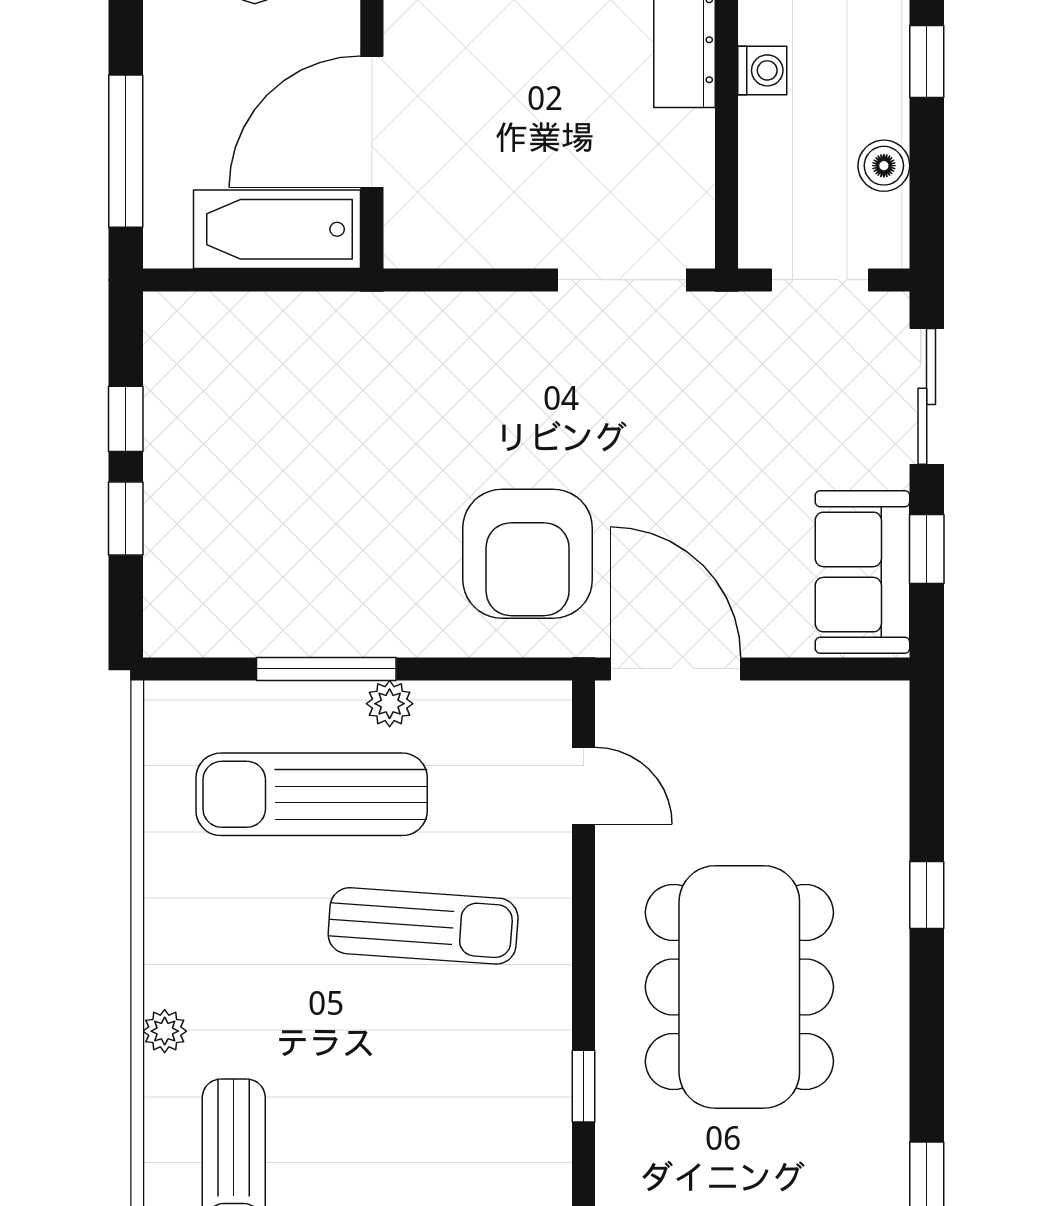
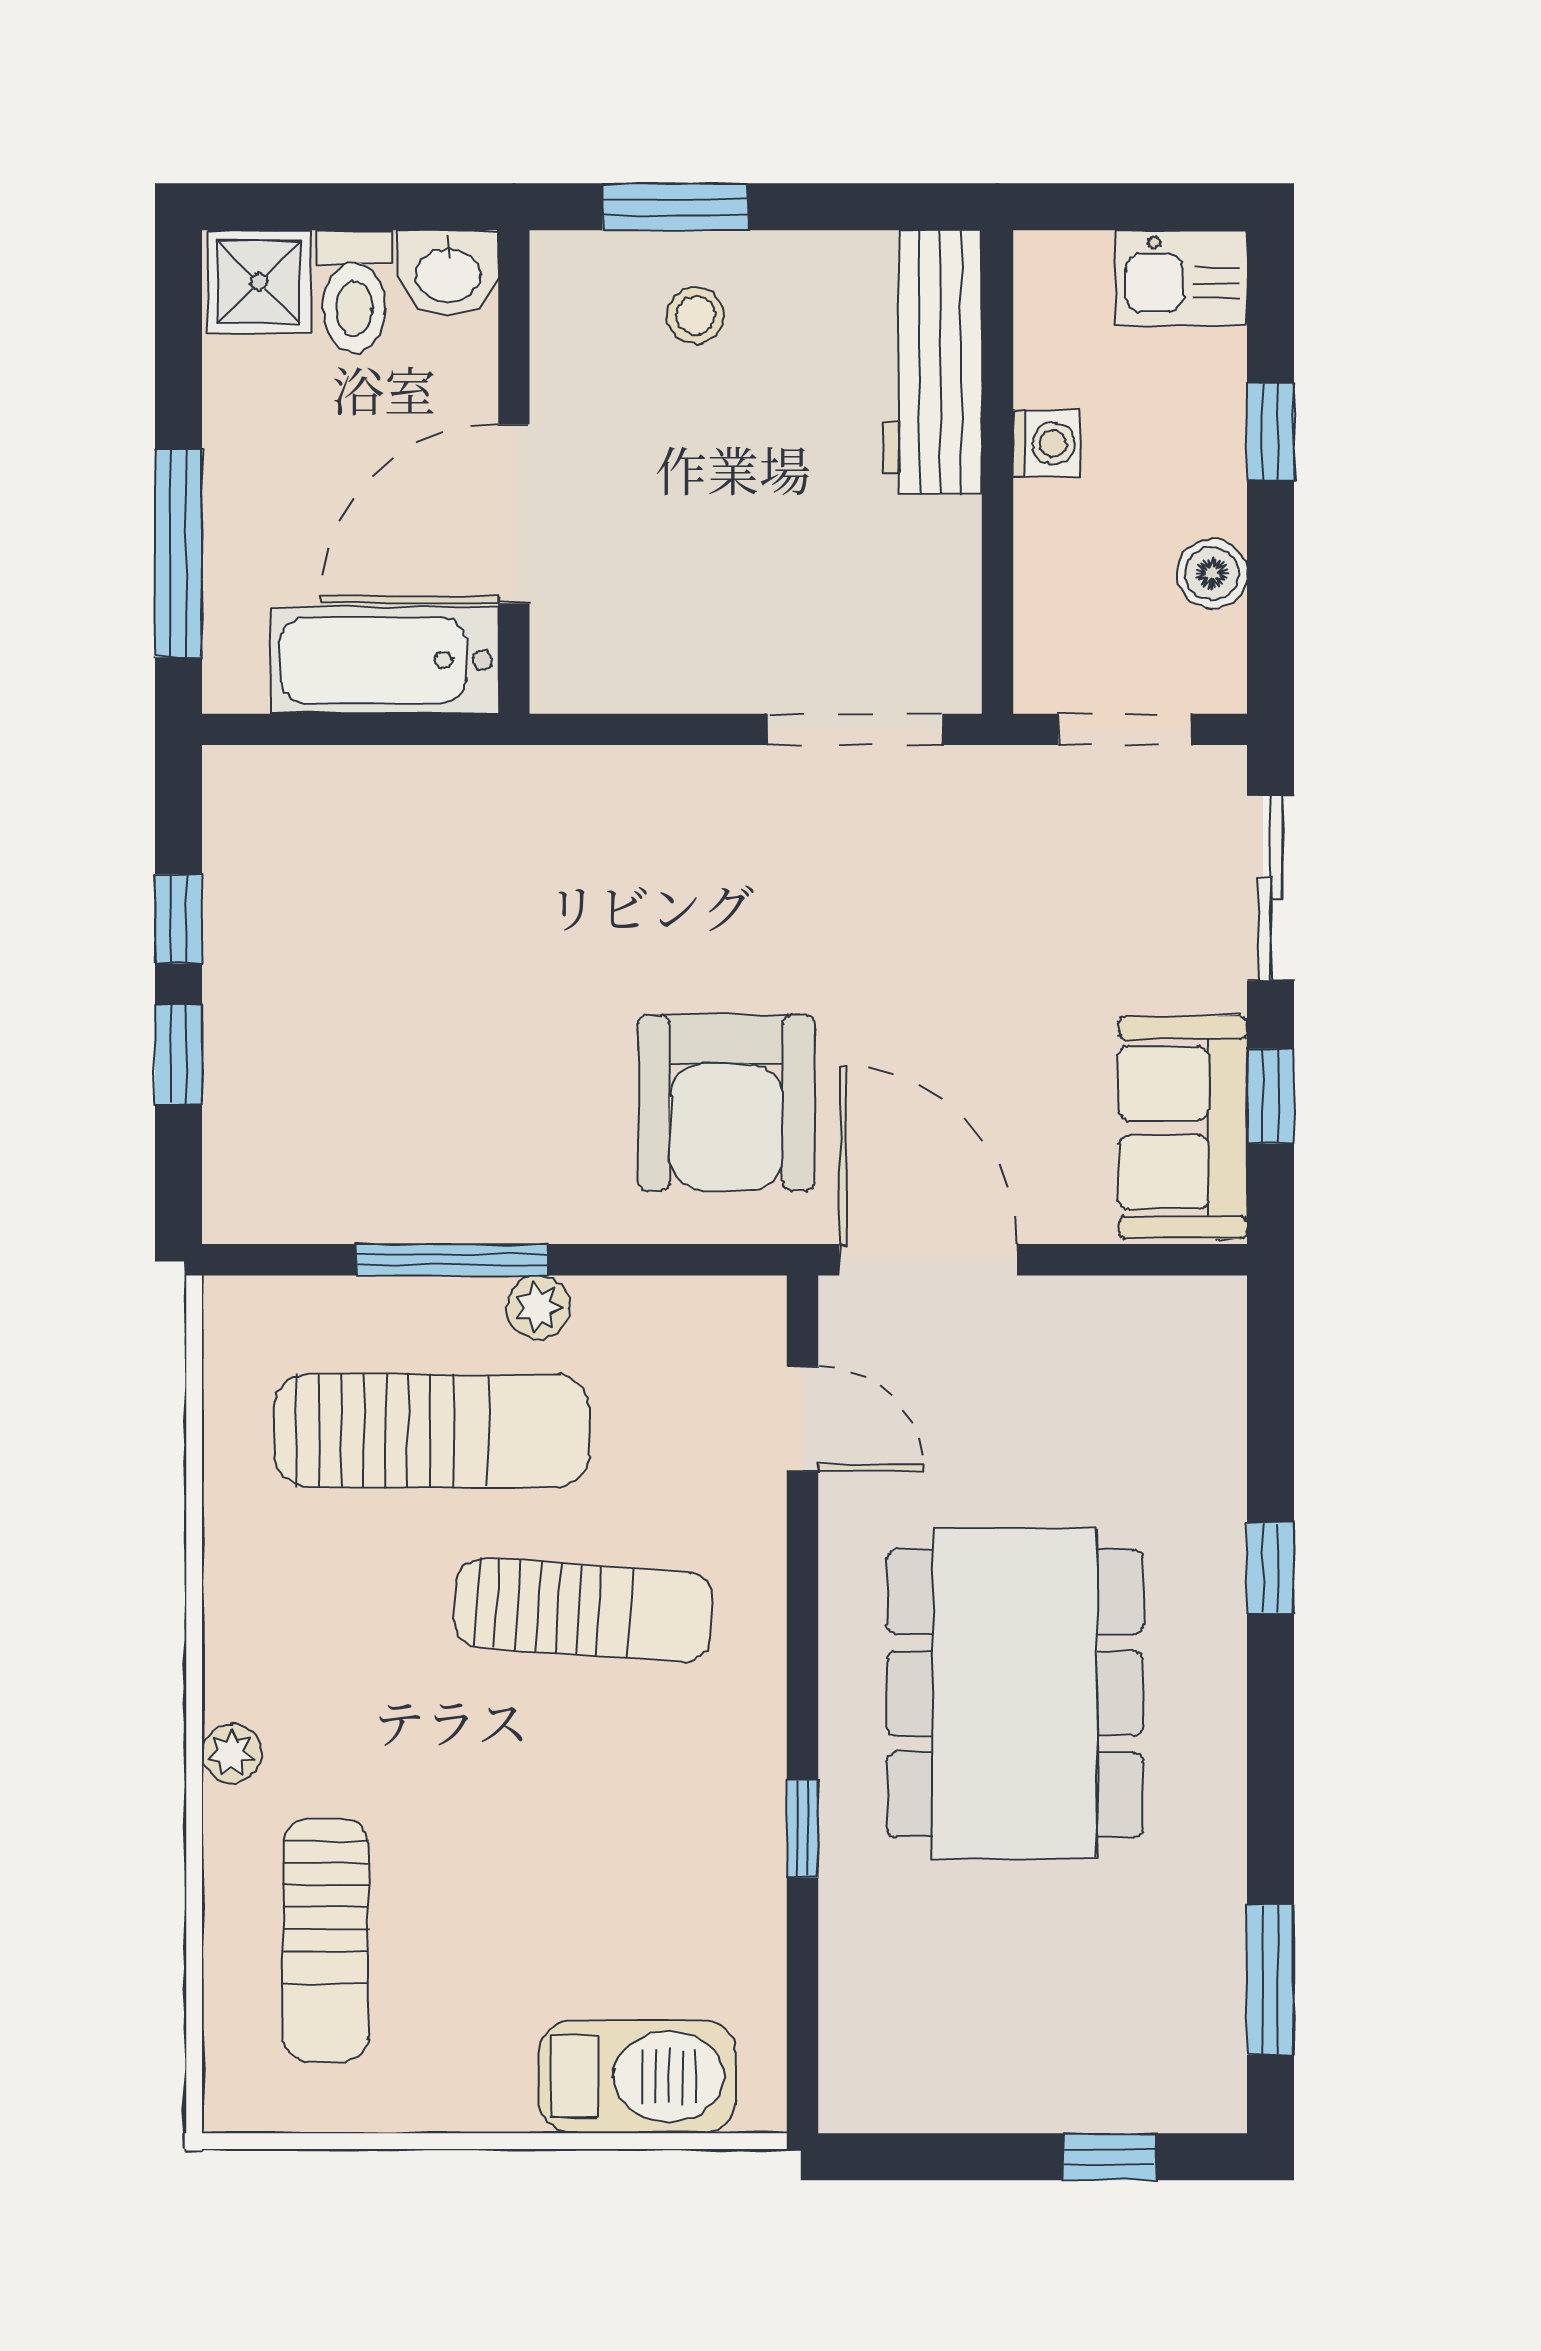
sun lounger: (312, 794) -> (432, 1431), turned 180

